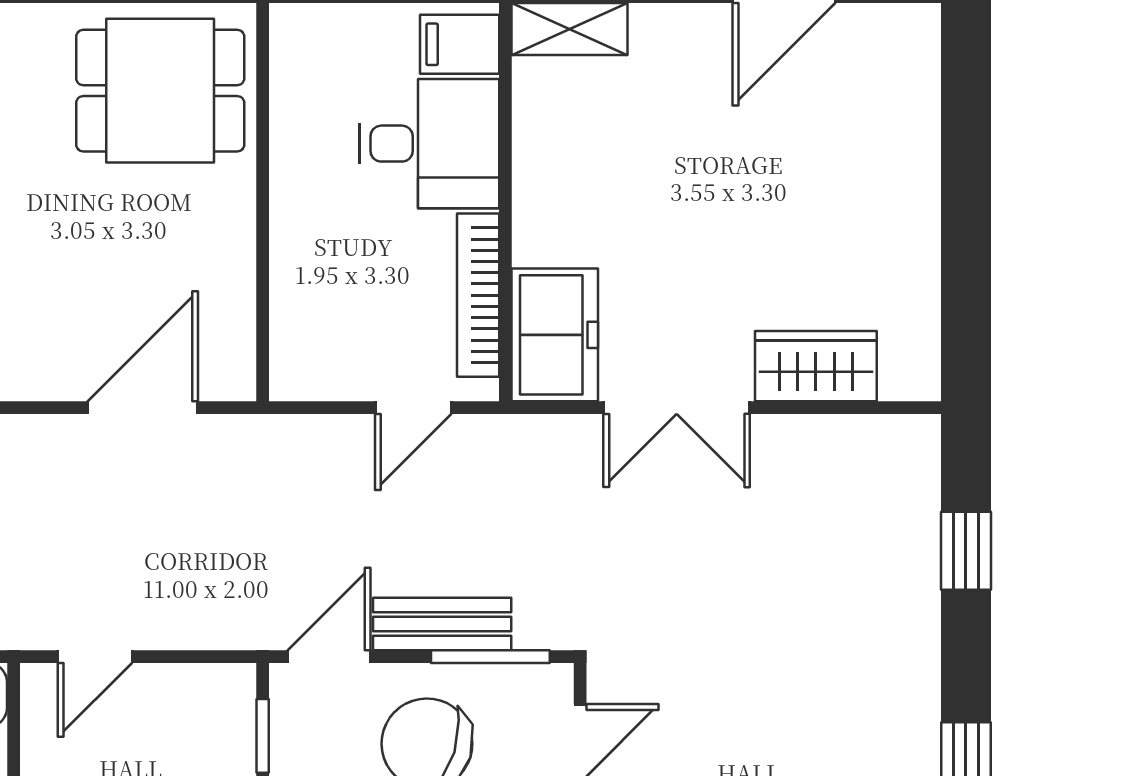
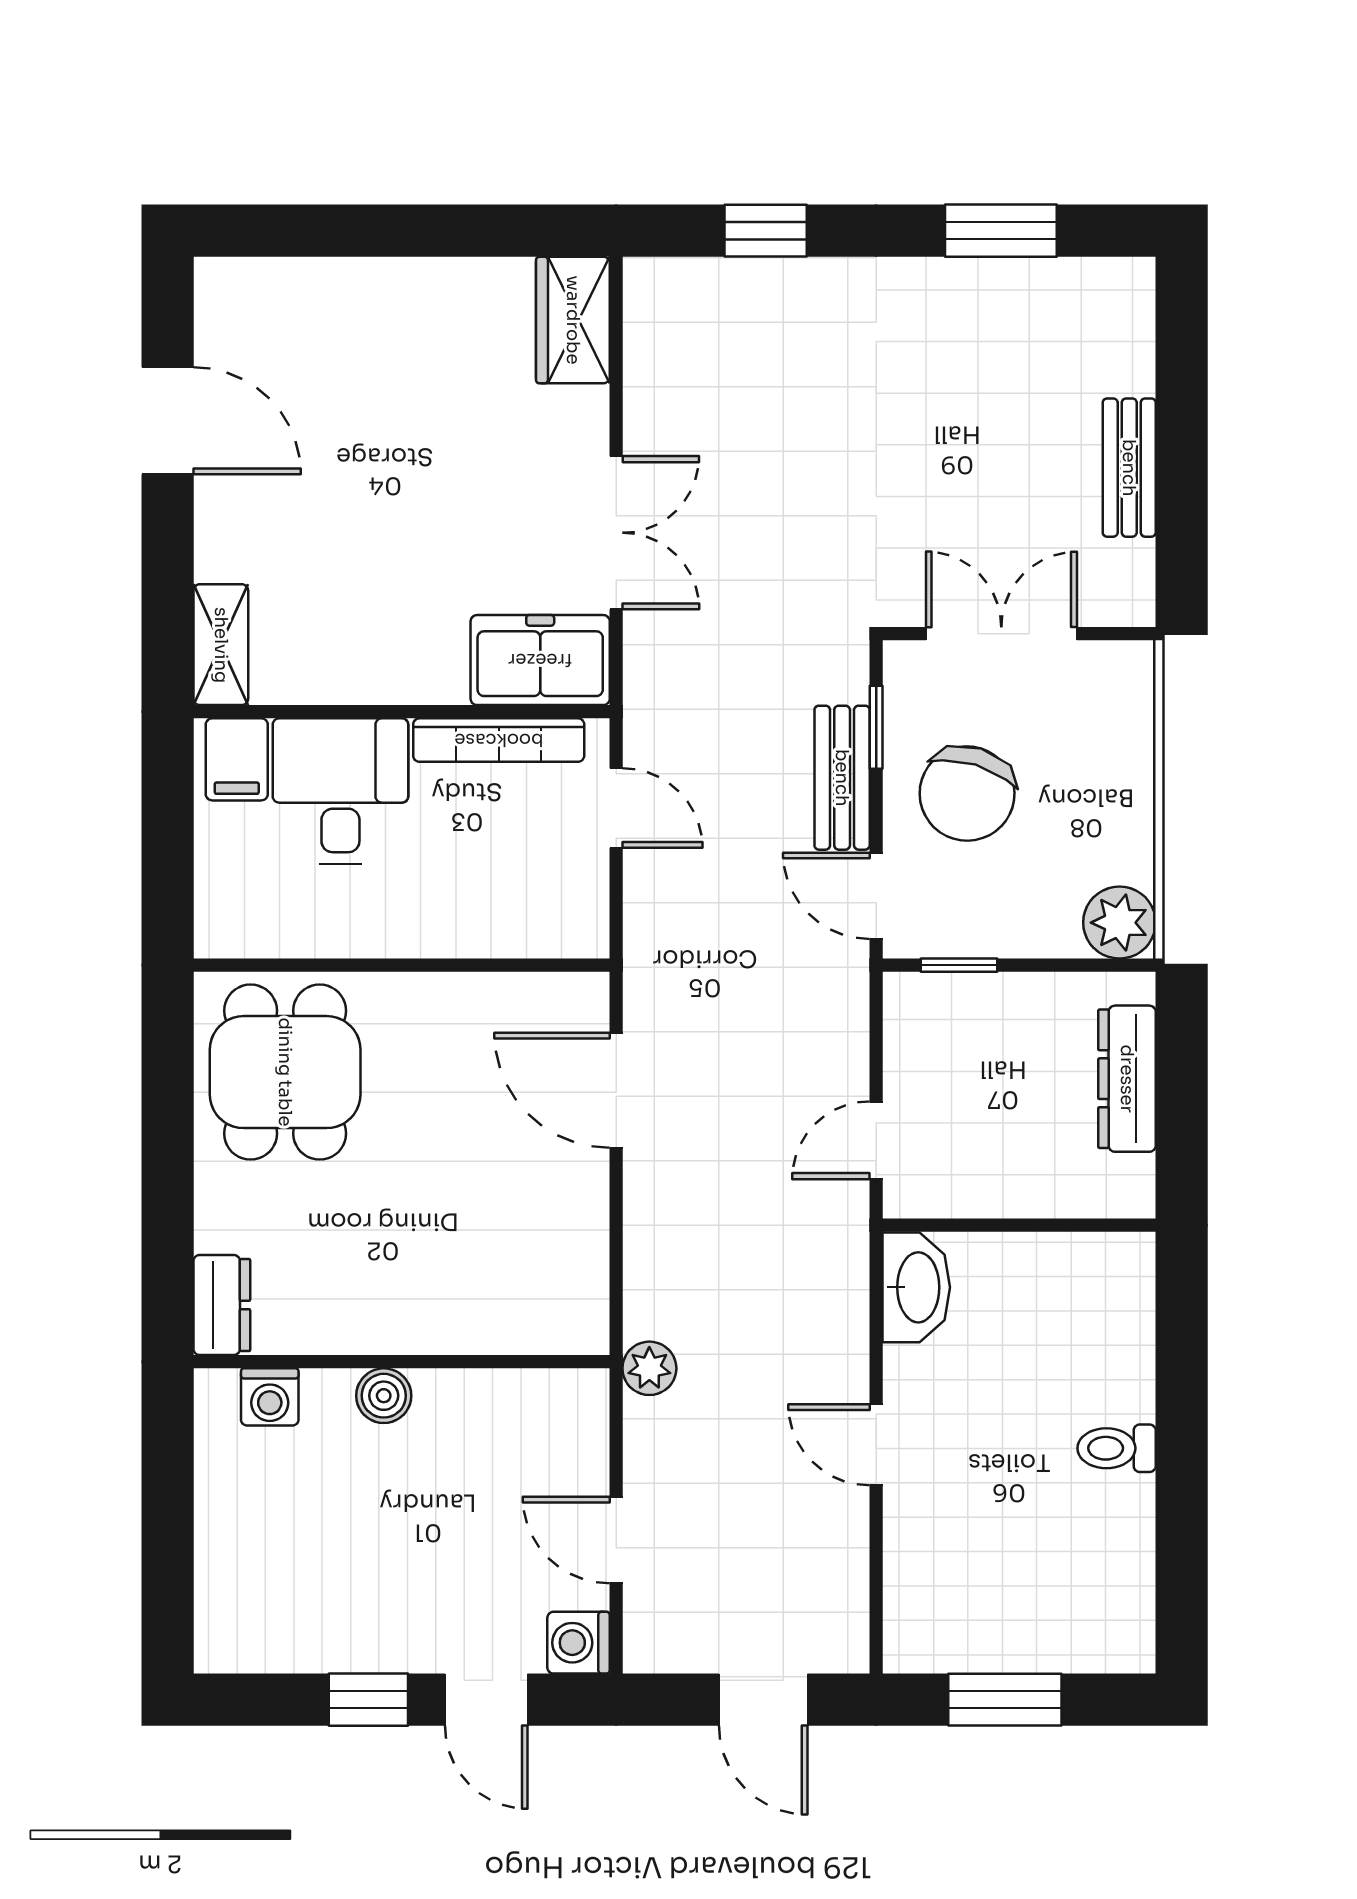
wardrobe: (816, 366) -> (573, 320), moved
door: (95, 657) -> (876, 1140), swing flipped
window: (490, 657) -> (876, 727), width x0.67

